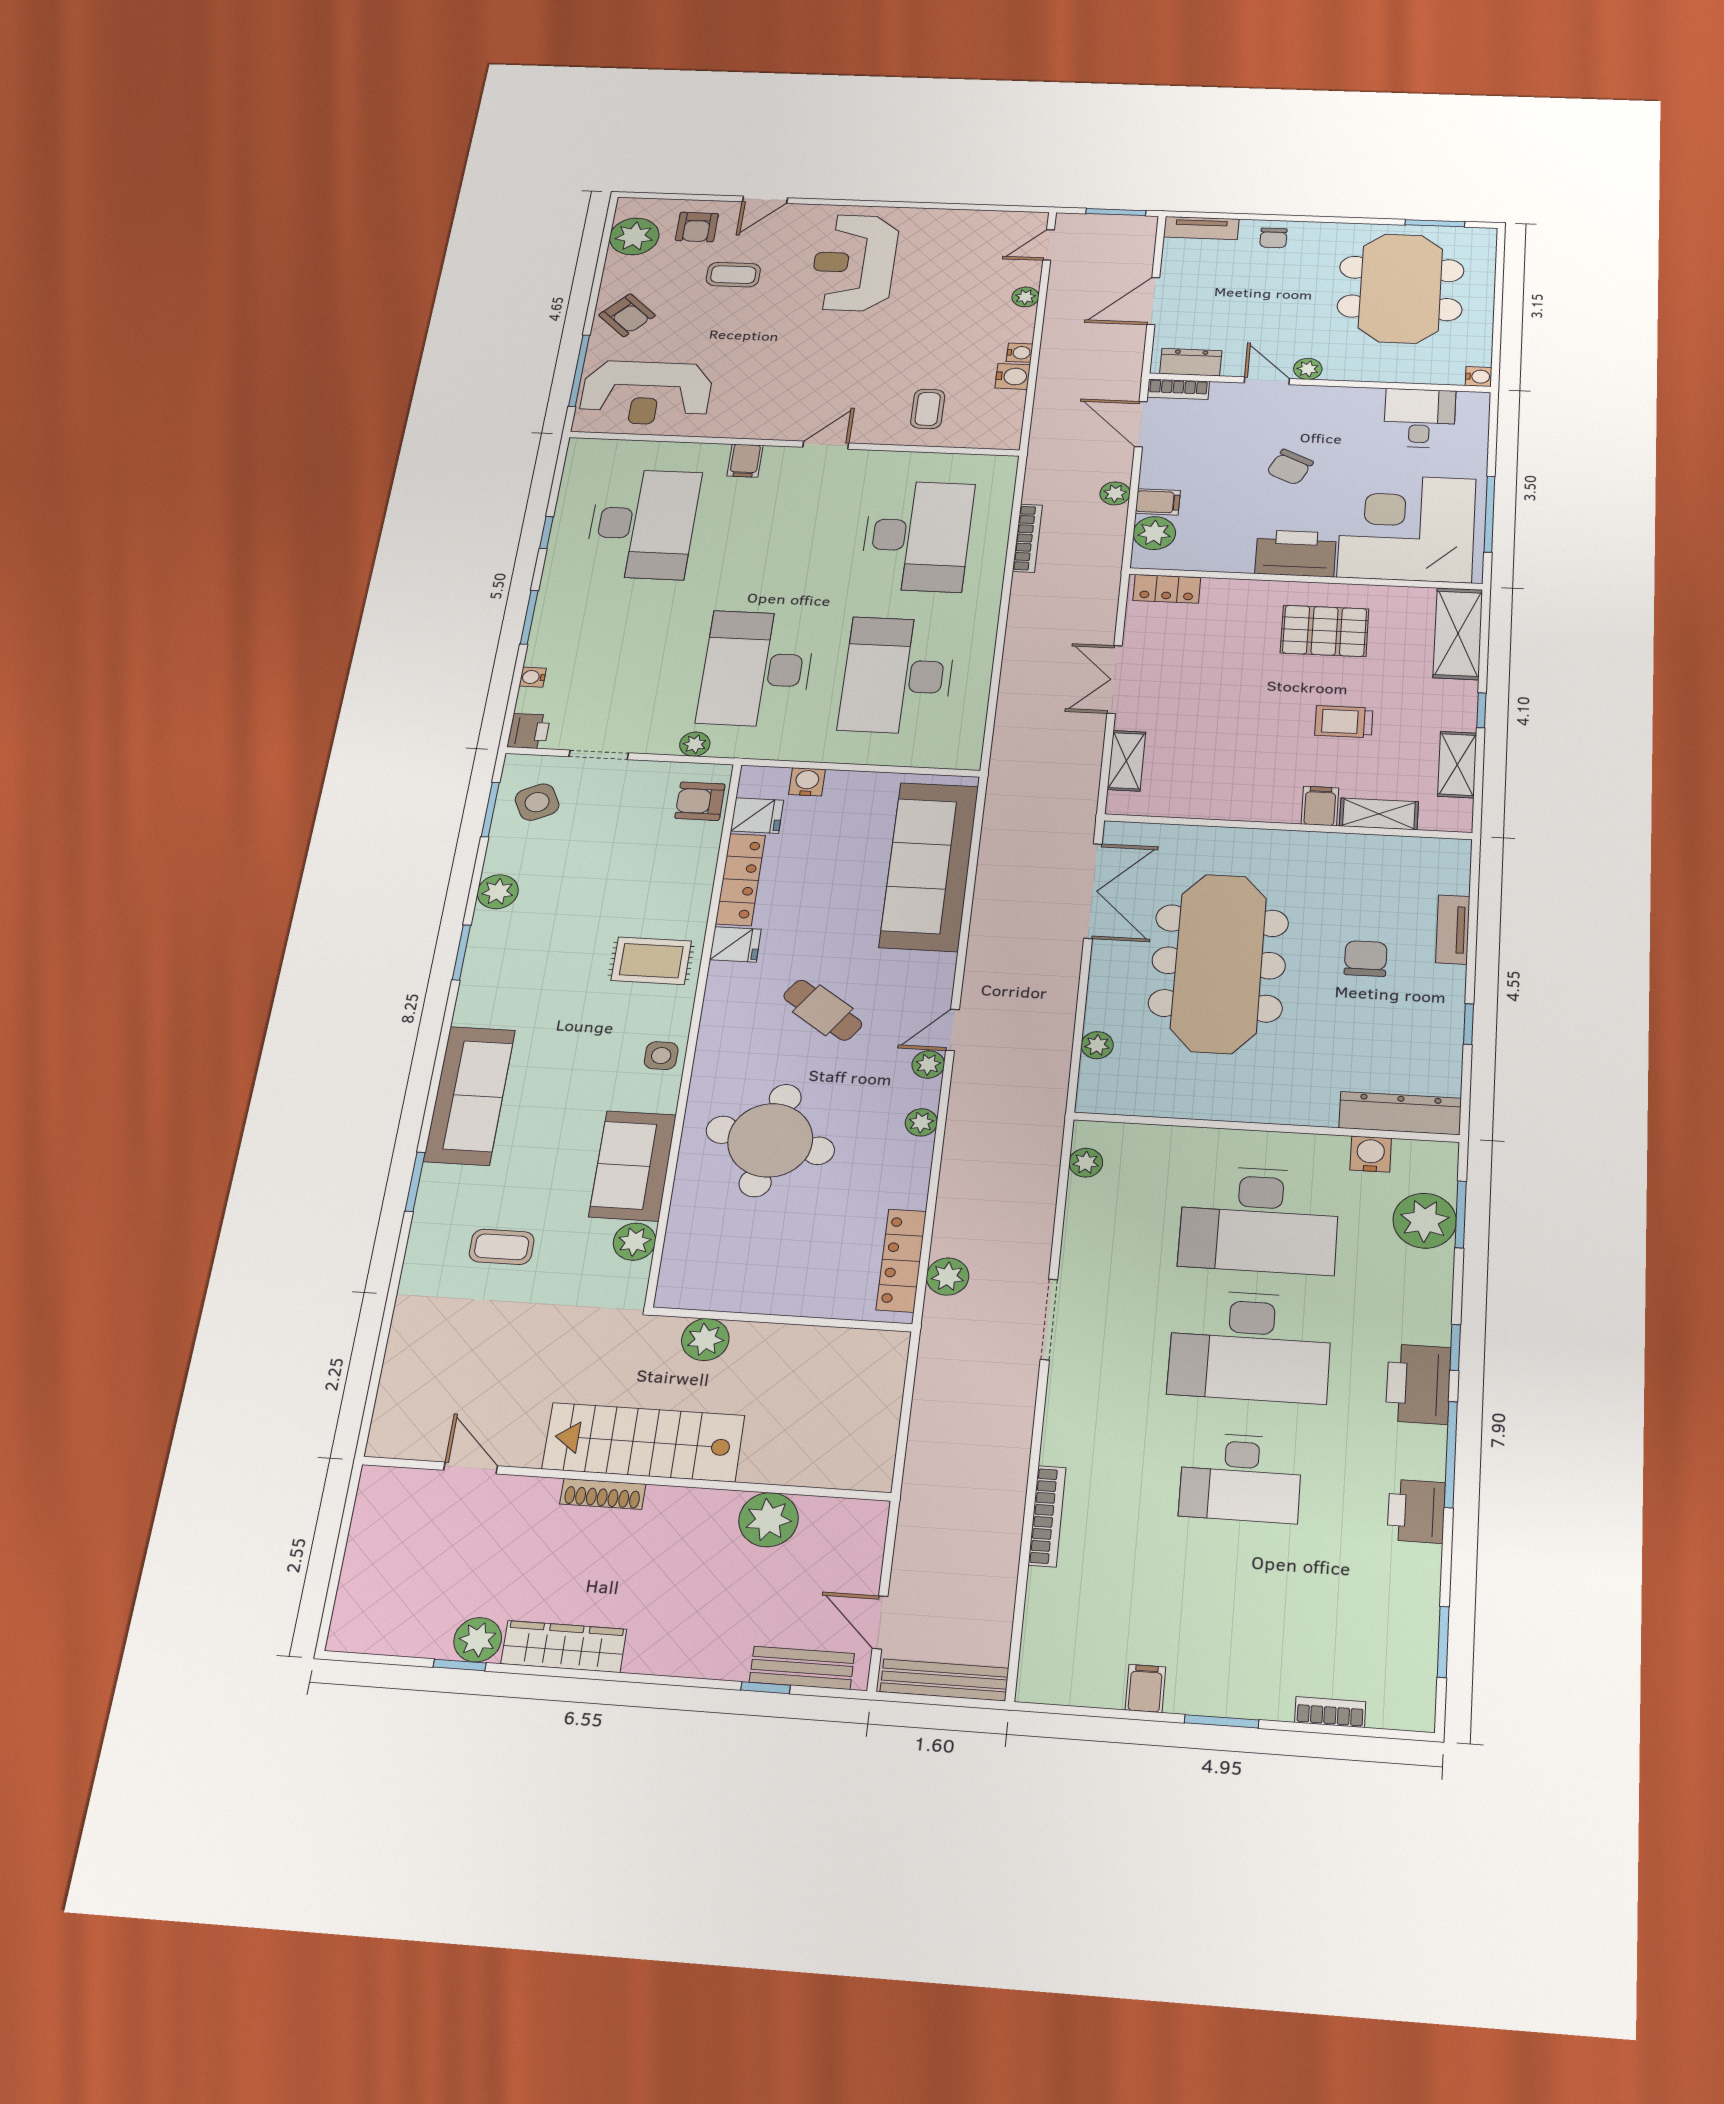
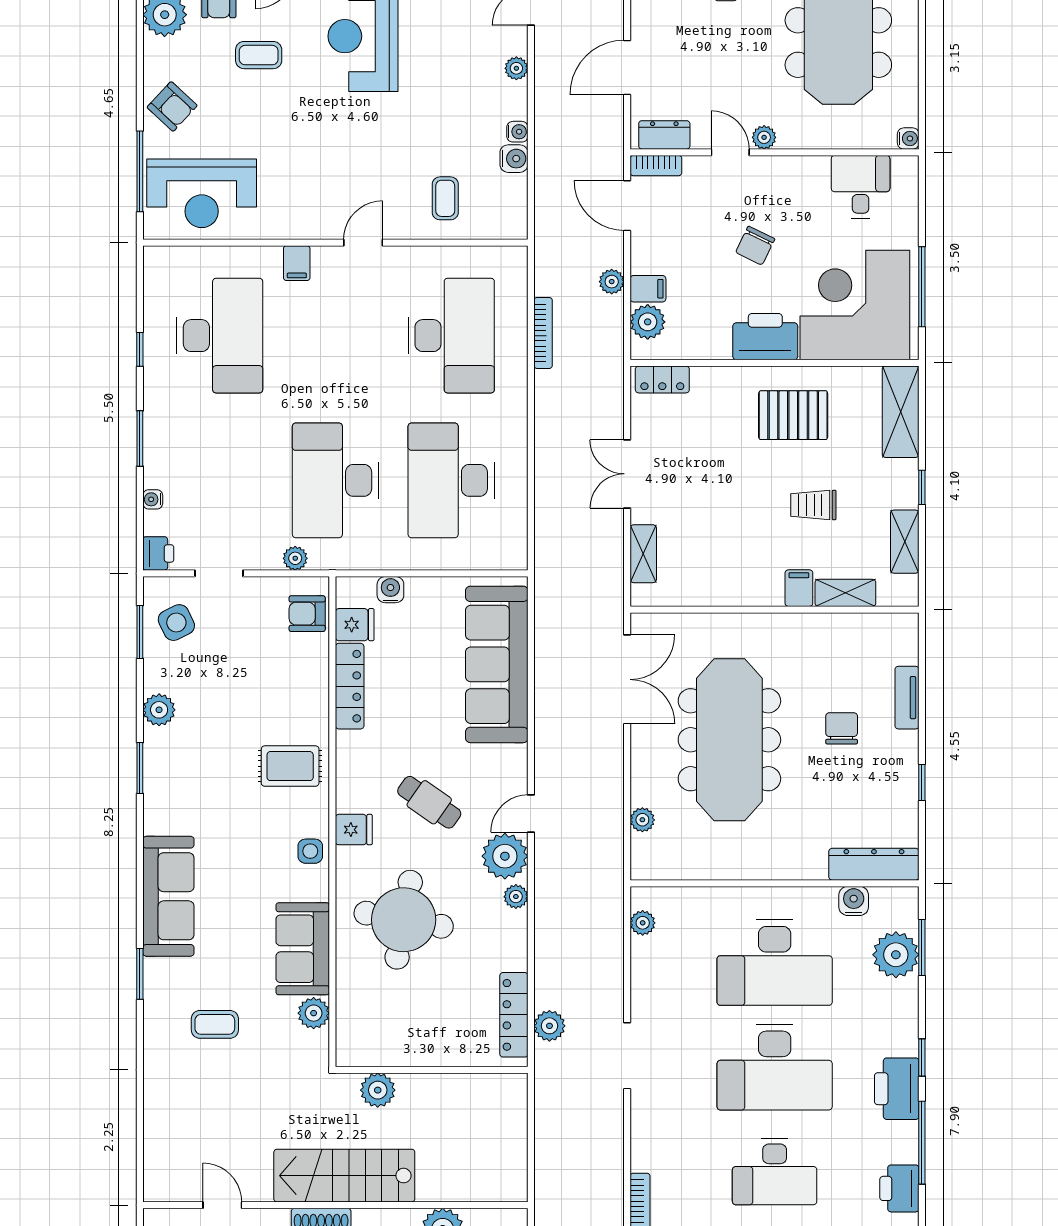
fridge: (735, 944) -> (354, 830), moved
plant: (928, 1064) -> (505, 856), width x1.87, depth x1.87

